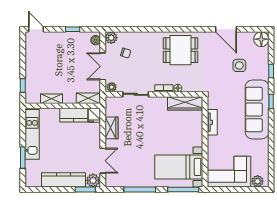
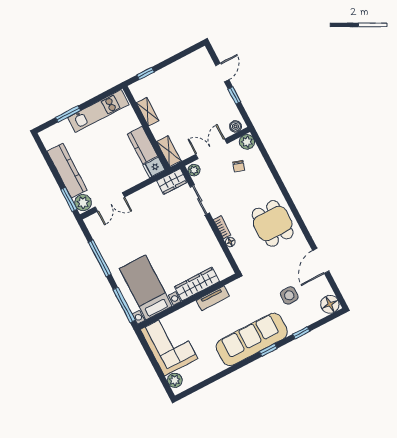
door: (36, 29) -> (222, 73), moved
wardrobe: (185, 103) -> (197, 284), moved, turned 90
wardrobe: (111, 128) -> (172, 181), moved

